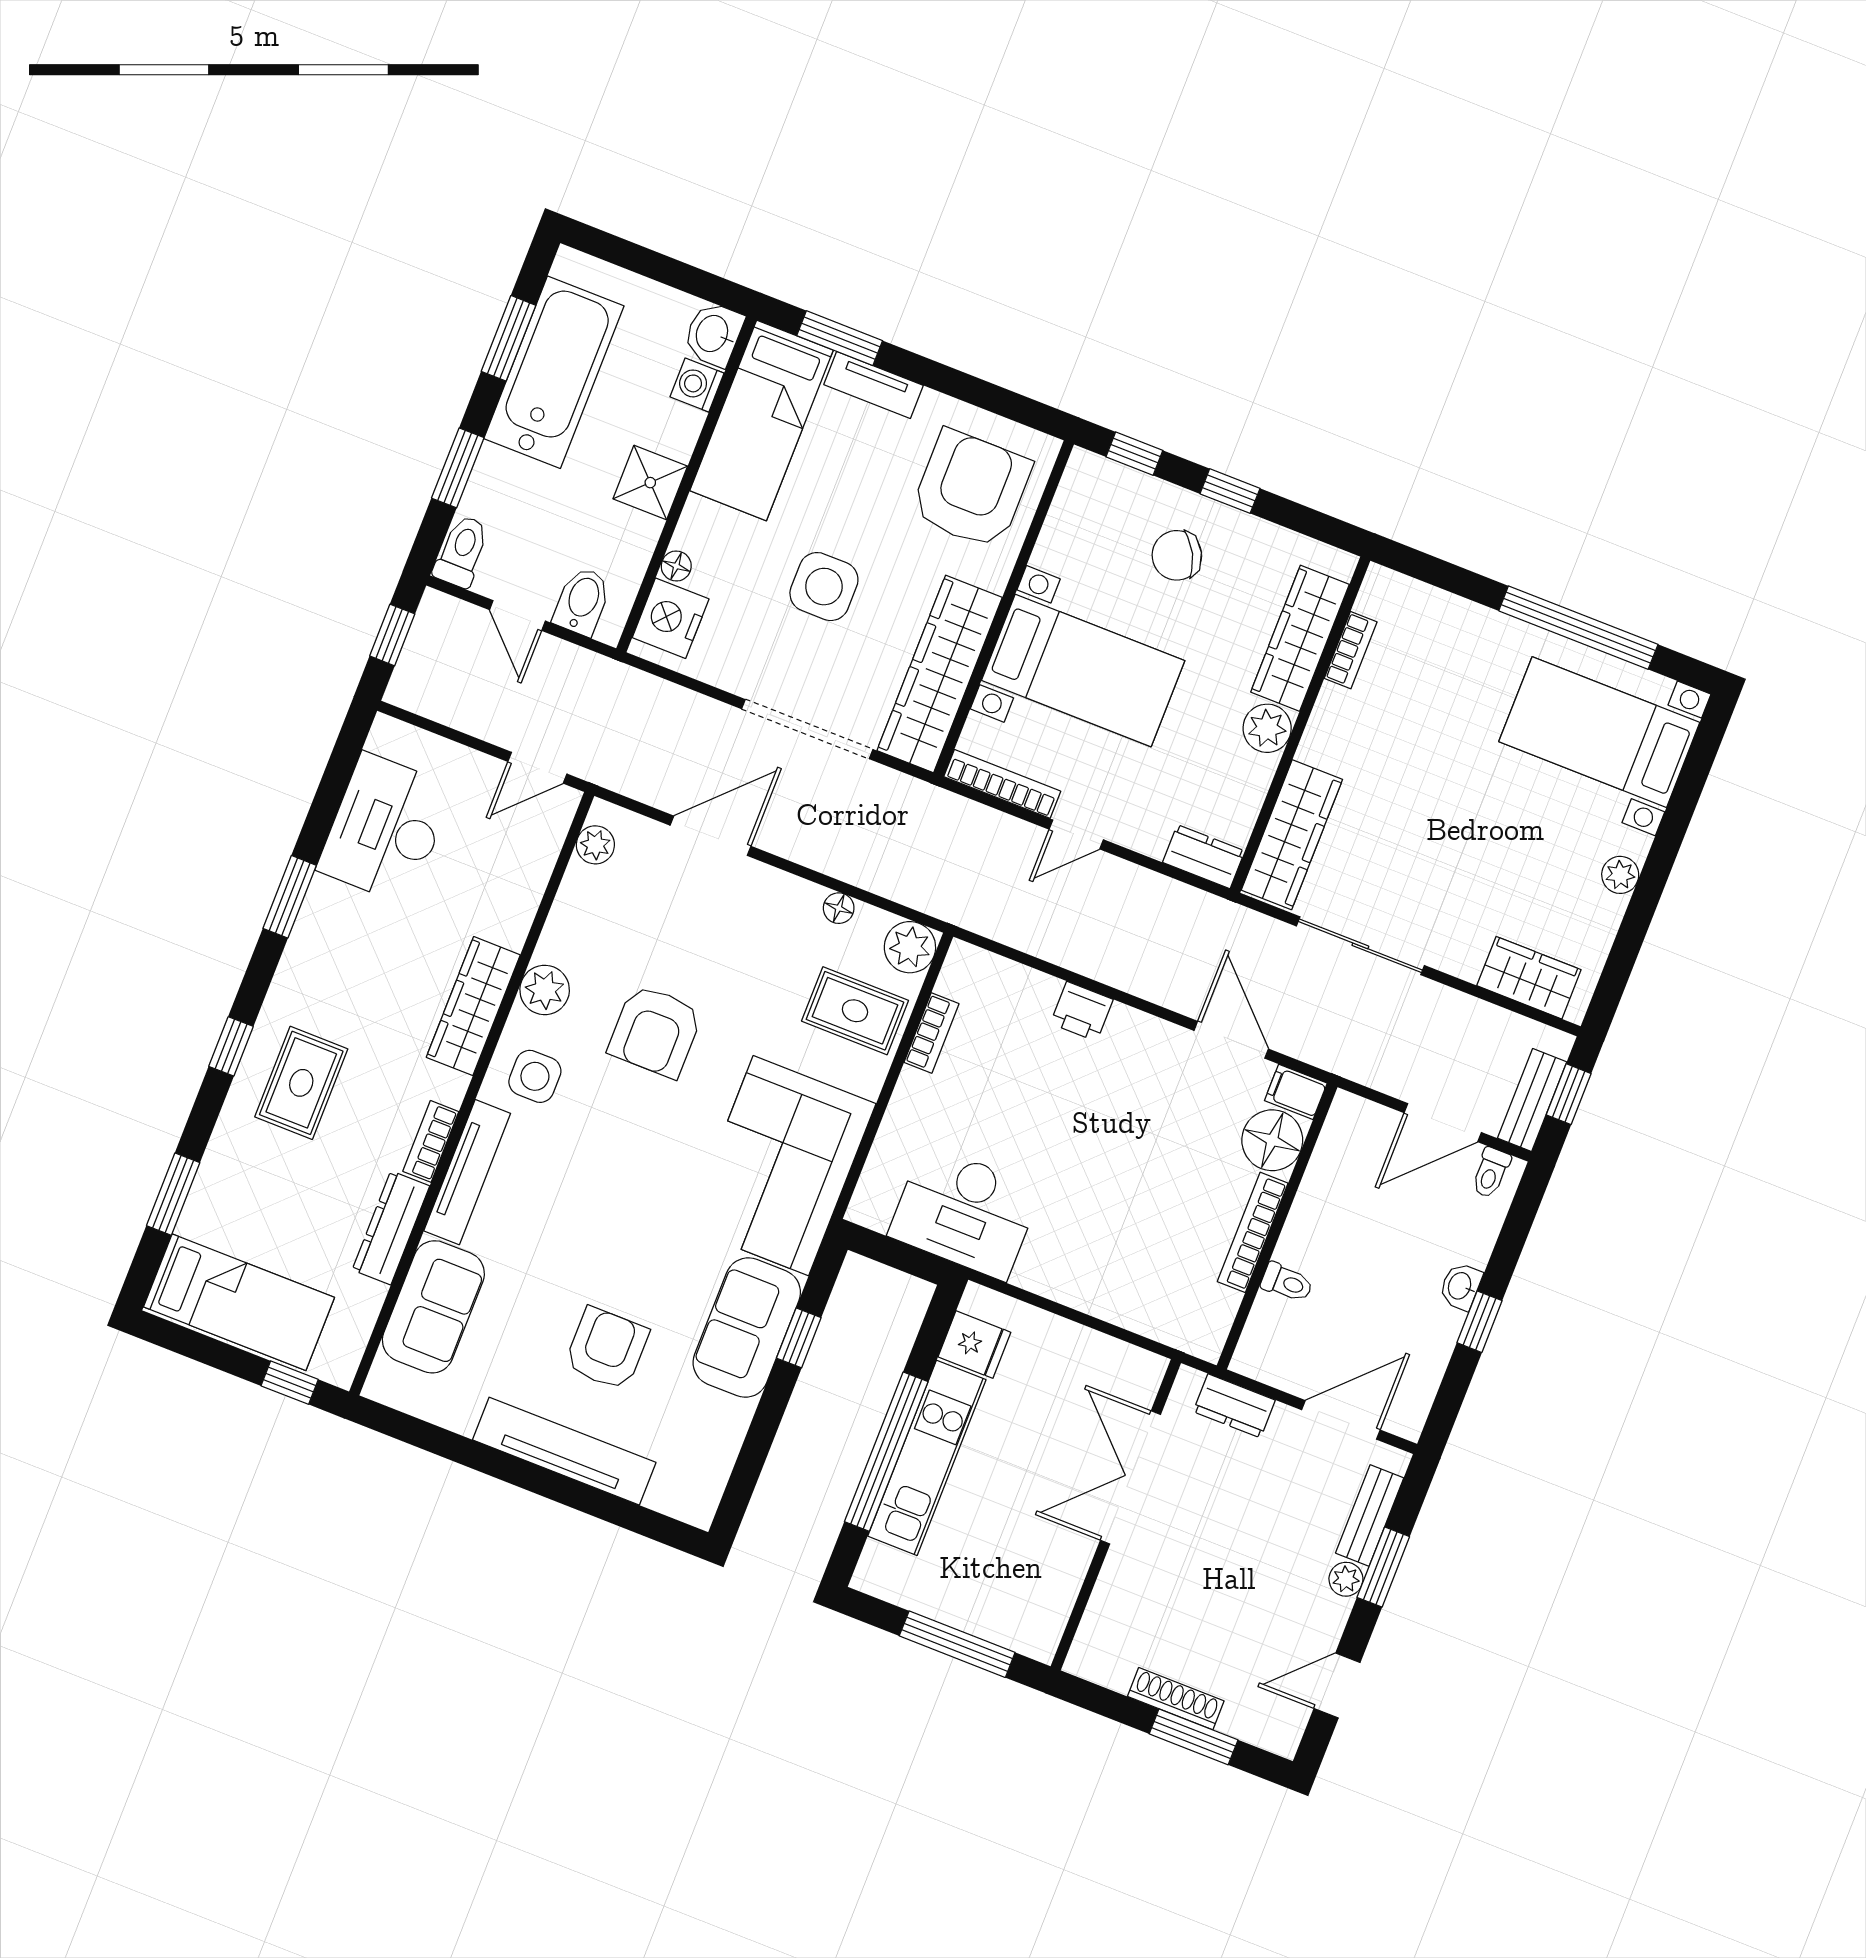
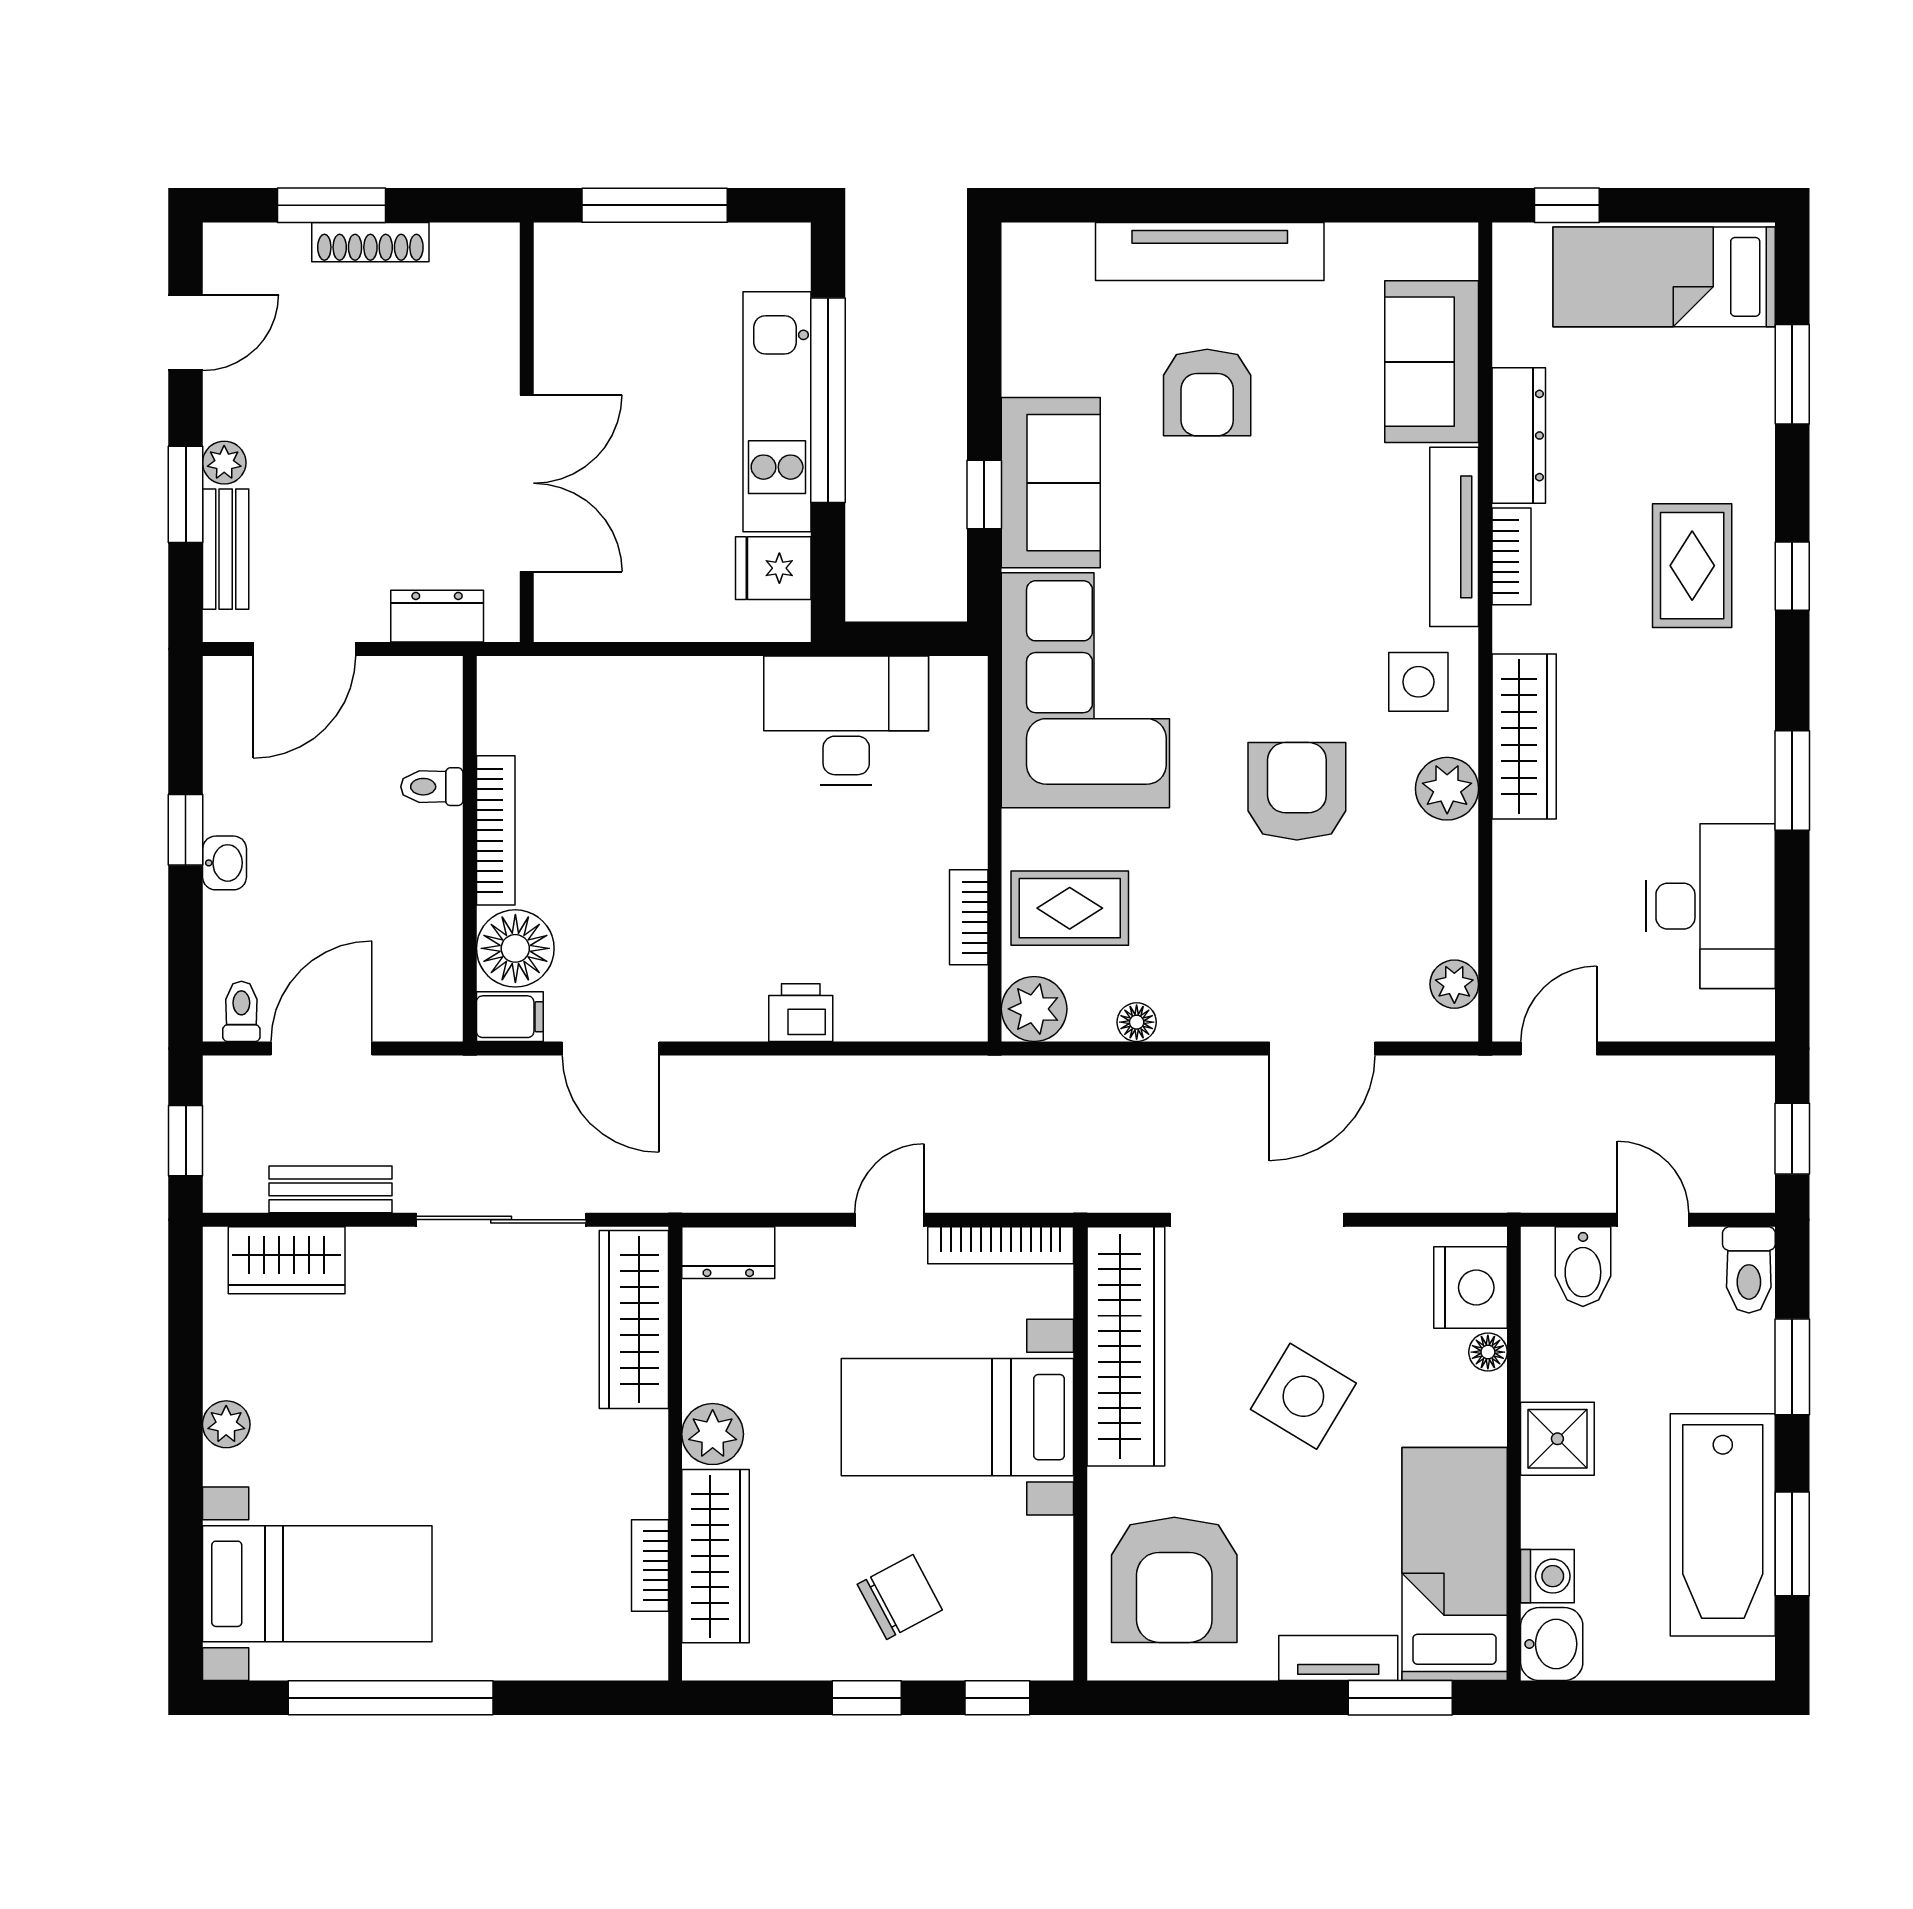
side table: (824, 587) -> (1303, 1396), turned 31
bench: (1532, 1100) -> (330, 1189), moved, turned 90

